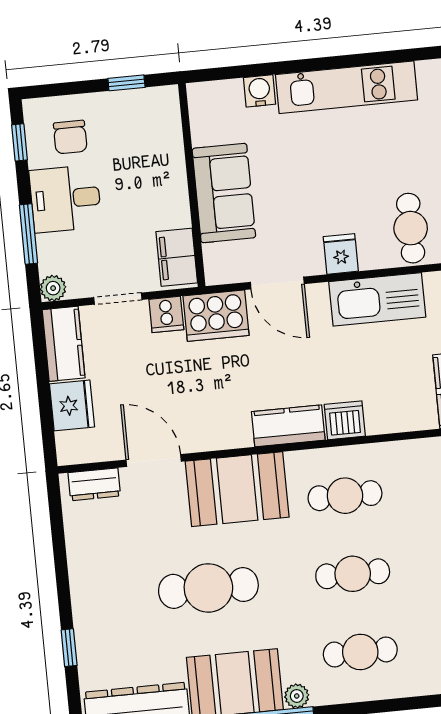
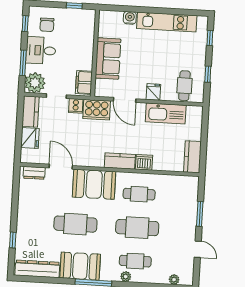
plant: (53, 288) -> (35, 83), width x1.87, depth x1.87
cafe table: (353, 574) -> (137, 228), width x1.37, depth x1.35
plant: (297, 696) -> (126, 277), moved

